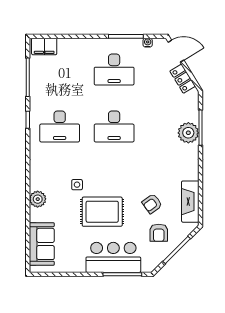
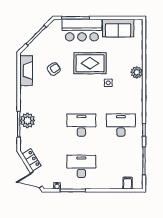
filing cabinet: (44, 46) -> (128, 183), width x0.50
armchair: (159, 233) -> (49, 48), removed
sofa: (42, 244) -> (118, 28), moved, turned -90

